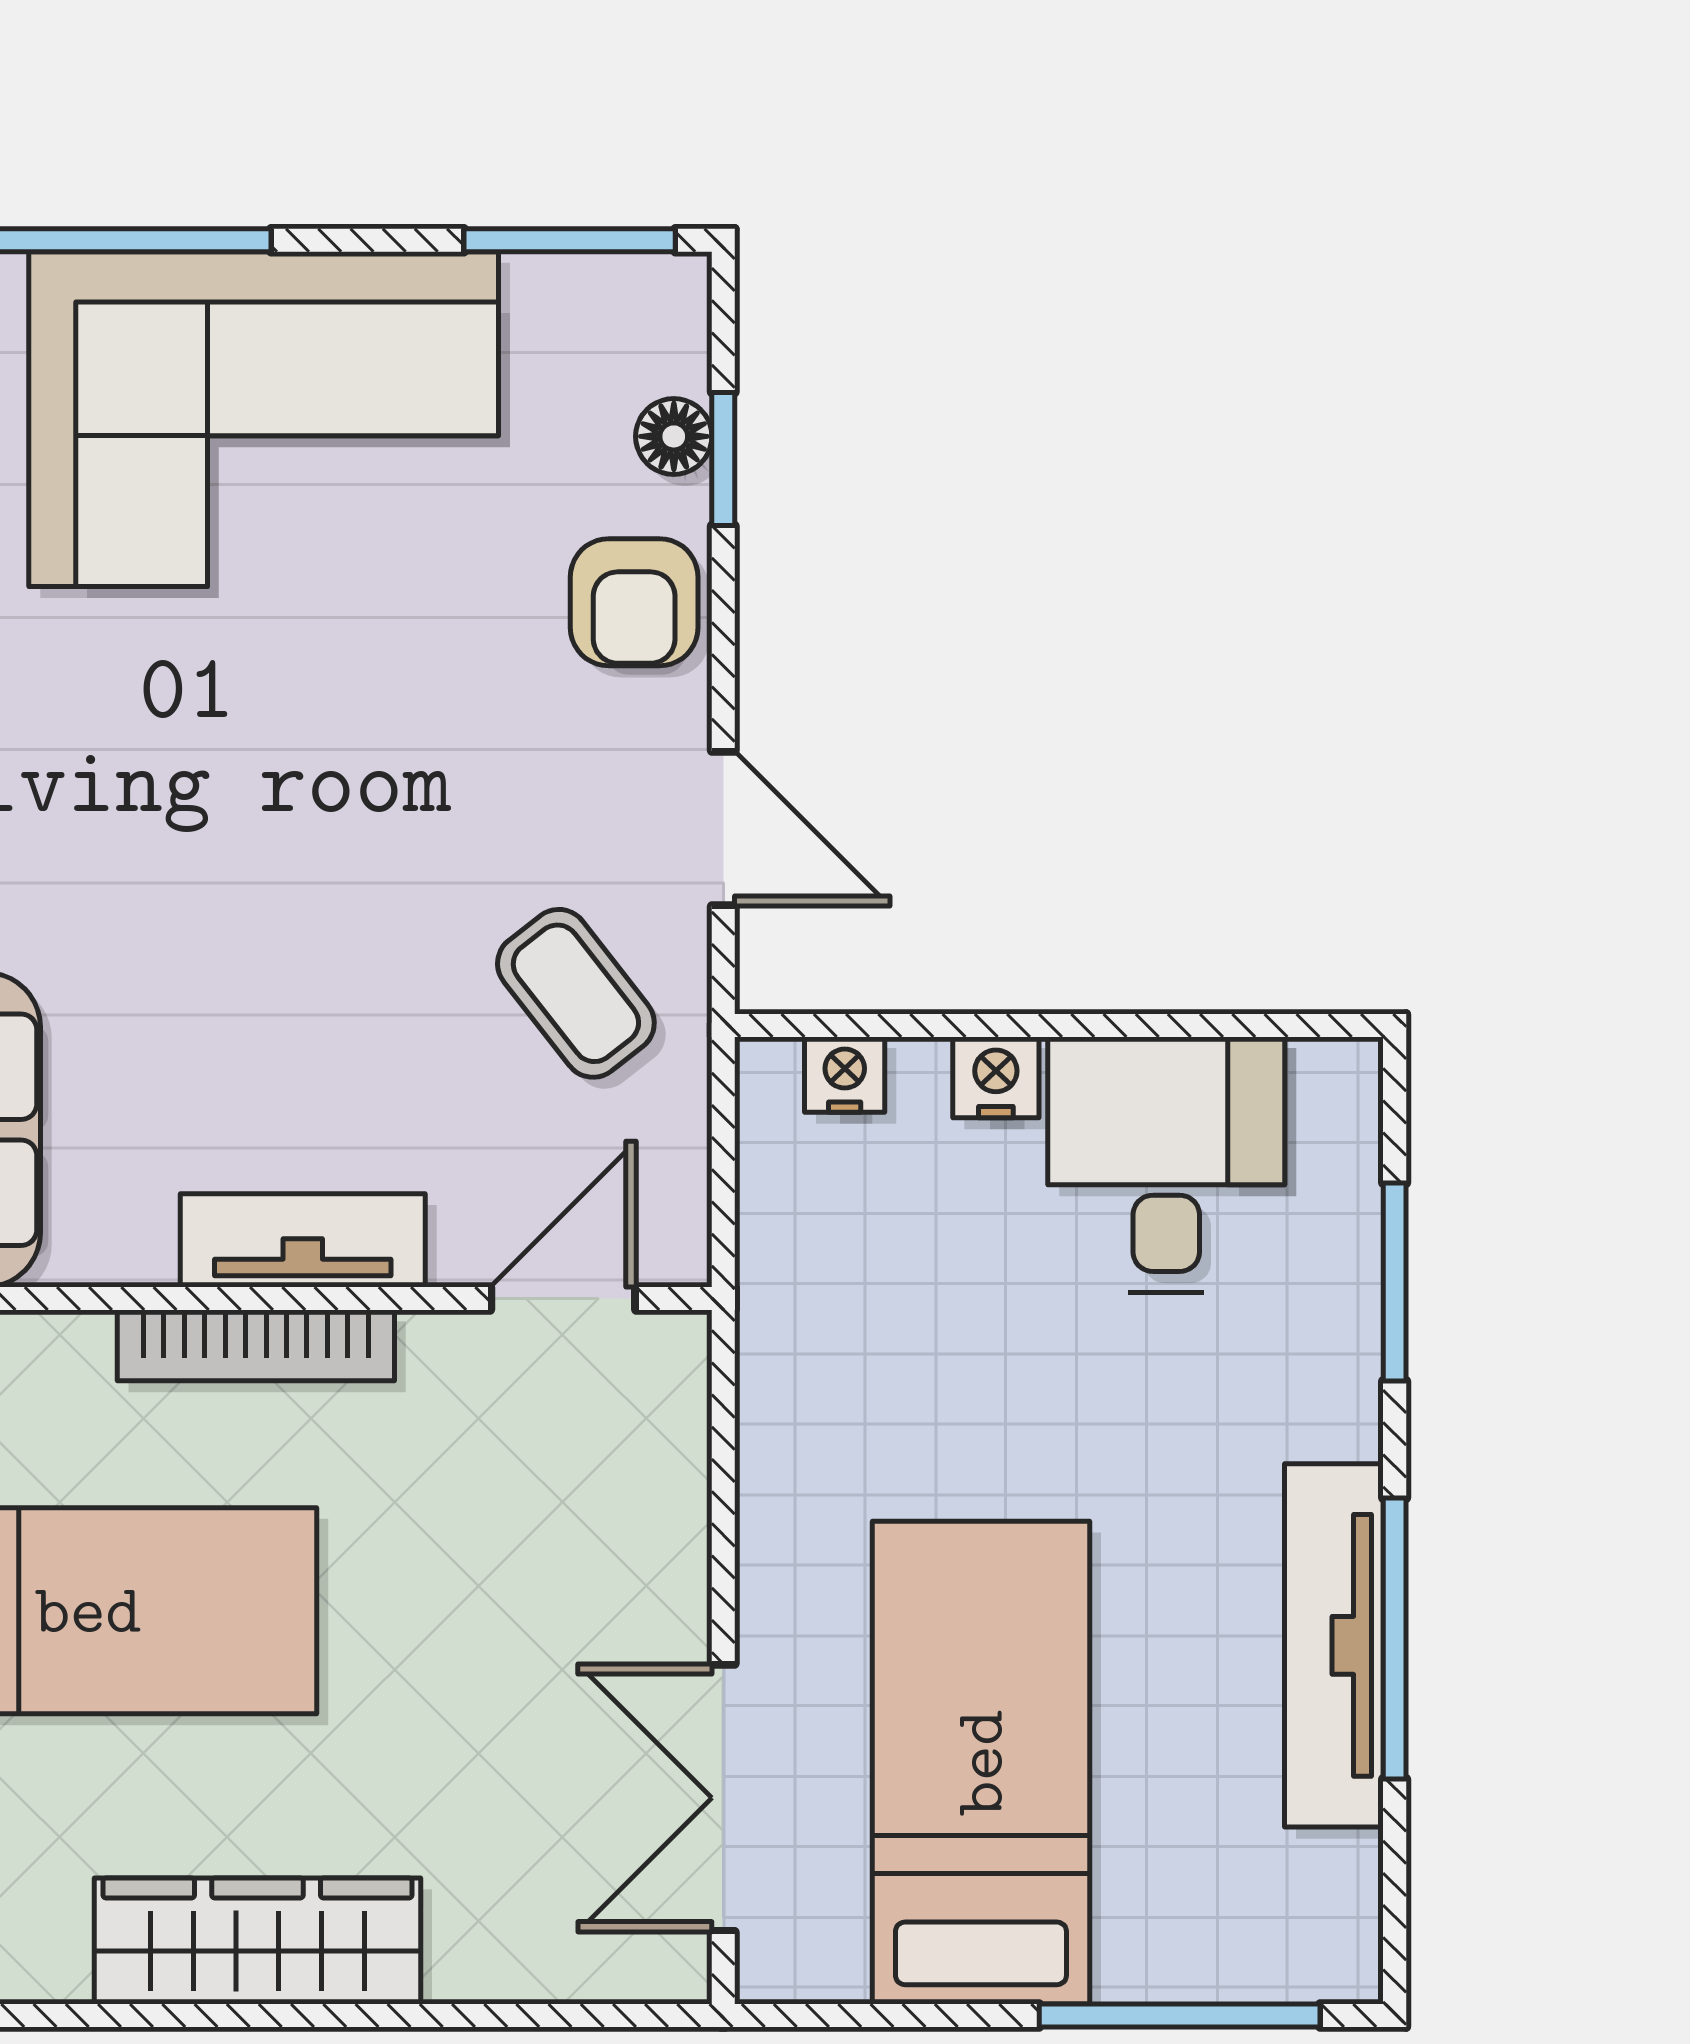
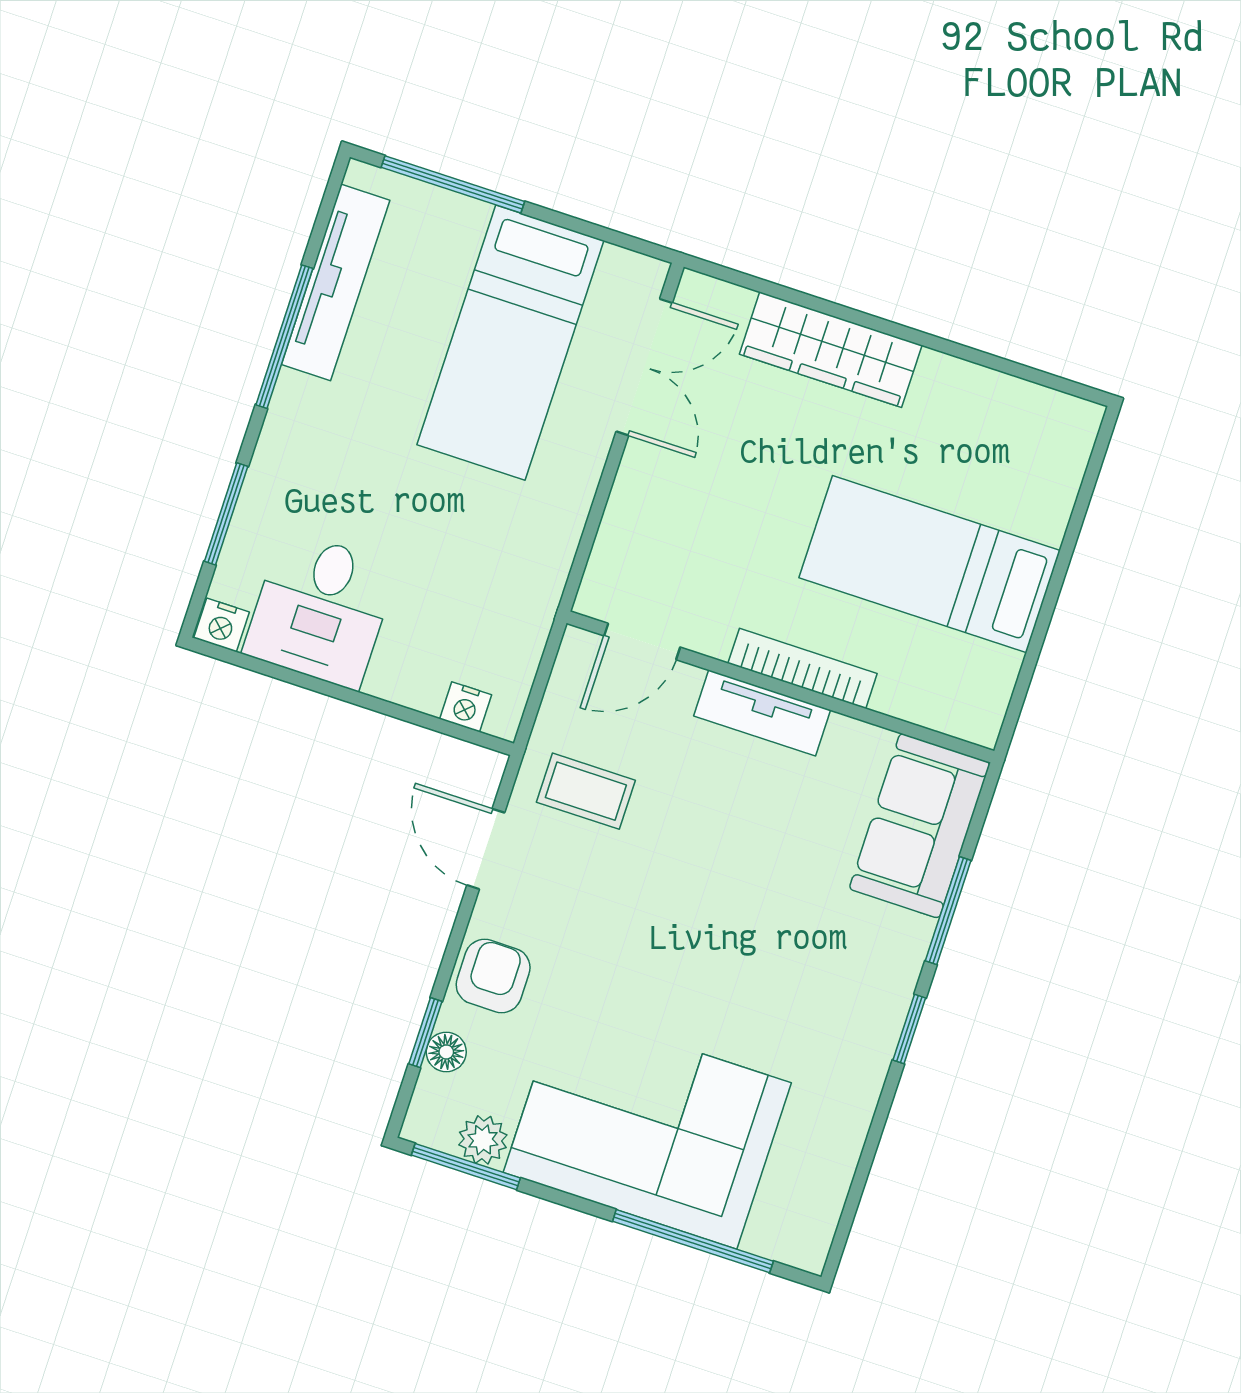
plant: (555, 299) -> (483, 1140), added
coffee table: (576, 993) -> (586, 791), turned -52
nightstand: (996, 1077) -> (221, 625), moved
tv unit: (1334, 1645) -> (336, 282), moved
wardrobe: (257, 1941) -> (831, 350), moved

